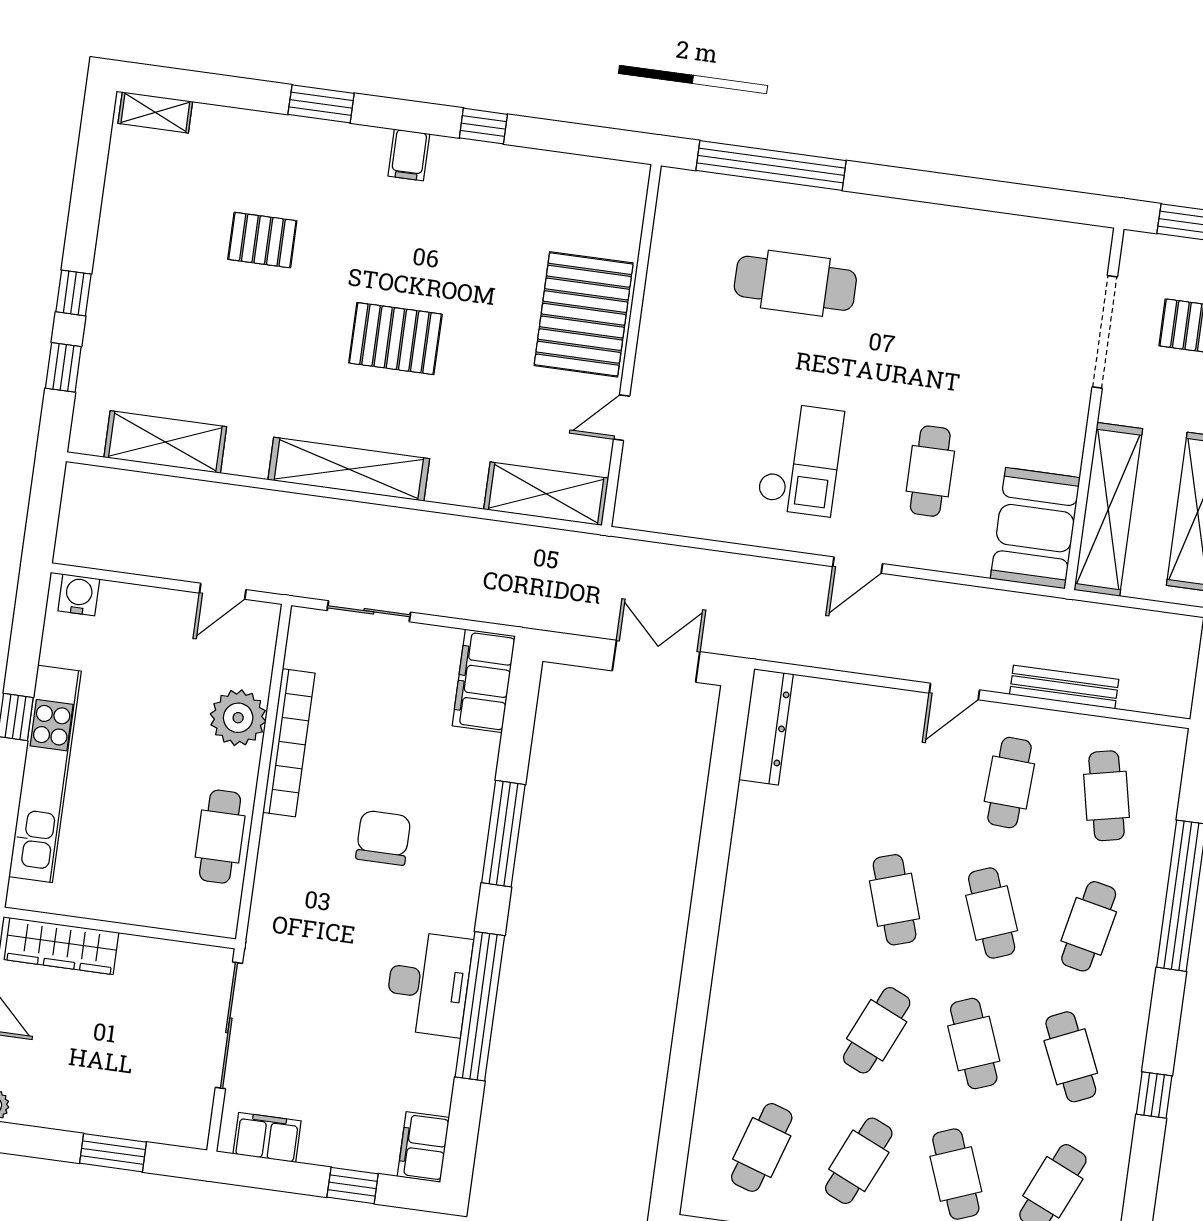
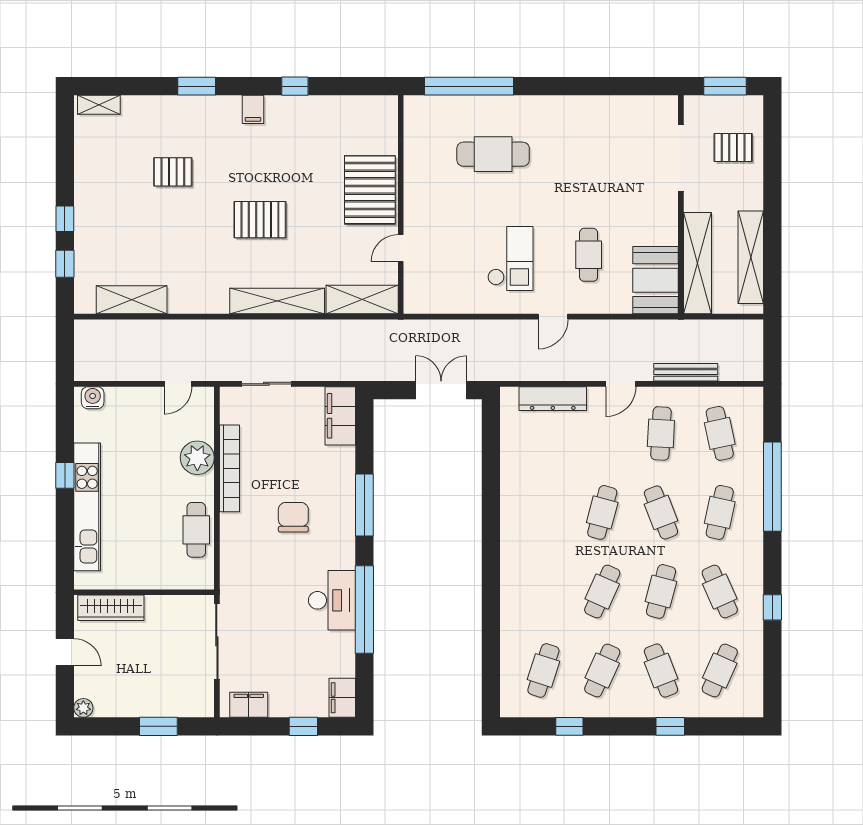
shelving: (349, 469) -> (277, 301), moved
dresser: (766, 727) -> (553, 399), moved, turned 90
cafe table: (895, 900) -> (602, 512), turned 33
cafe table: (974, 1044) -> (661, 591), turned 36

